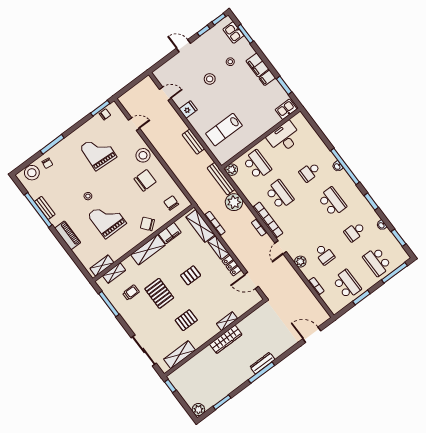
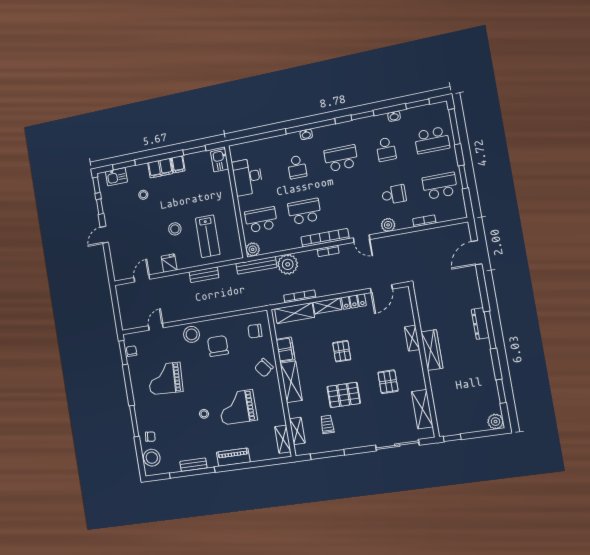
stool: (210, 79) -> (175, 229), moved

